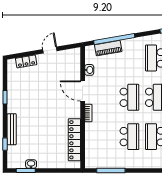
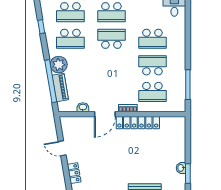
plant: (130, 47) -> (59, 65), added
school desk: (129, 97) -> (152, 92), moved, turned 180
locker: (74, 140) -> (138, 123), moved

